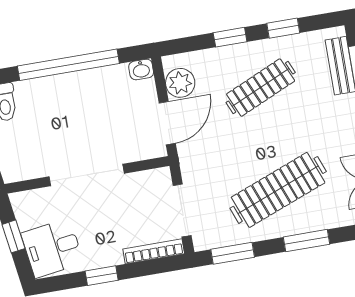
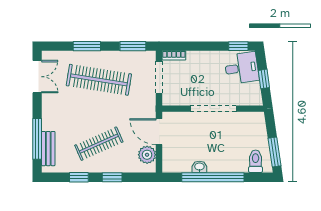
washbasin: (141, 70) -> (199, 167), moved
door: (167, 123) -> (159, 132), hinge flipped
clothes rail: (278, 190) -> (99, 80), turned 30
bookcase: (154, 251) -> (174, 55), width x0.64
window: (102, 276) -> (238, 46), moved

